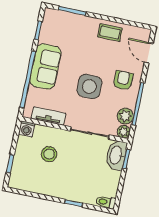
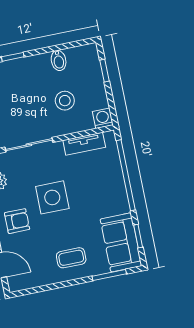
coffee table: (110, 33) -> (71, 258), moved
sofa: (45, 66) -> (121, 242), moved
armchair: (123, 80) -> (17, 221), turned -90
bidet: (41, 186) -> (59, 60), added

